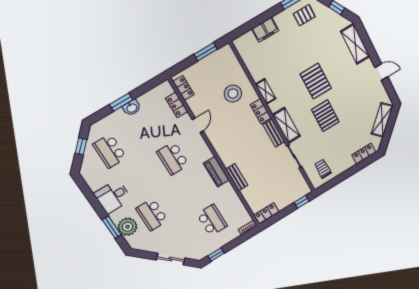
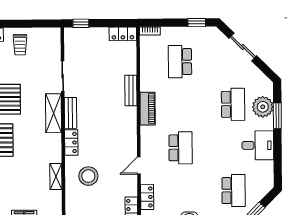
shelving: (266, 91) -> (56, 177), moved
trolley: (323, 169) -> (20, 45), moved

